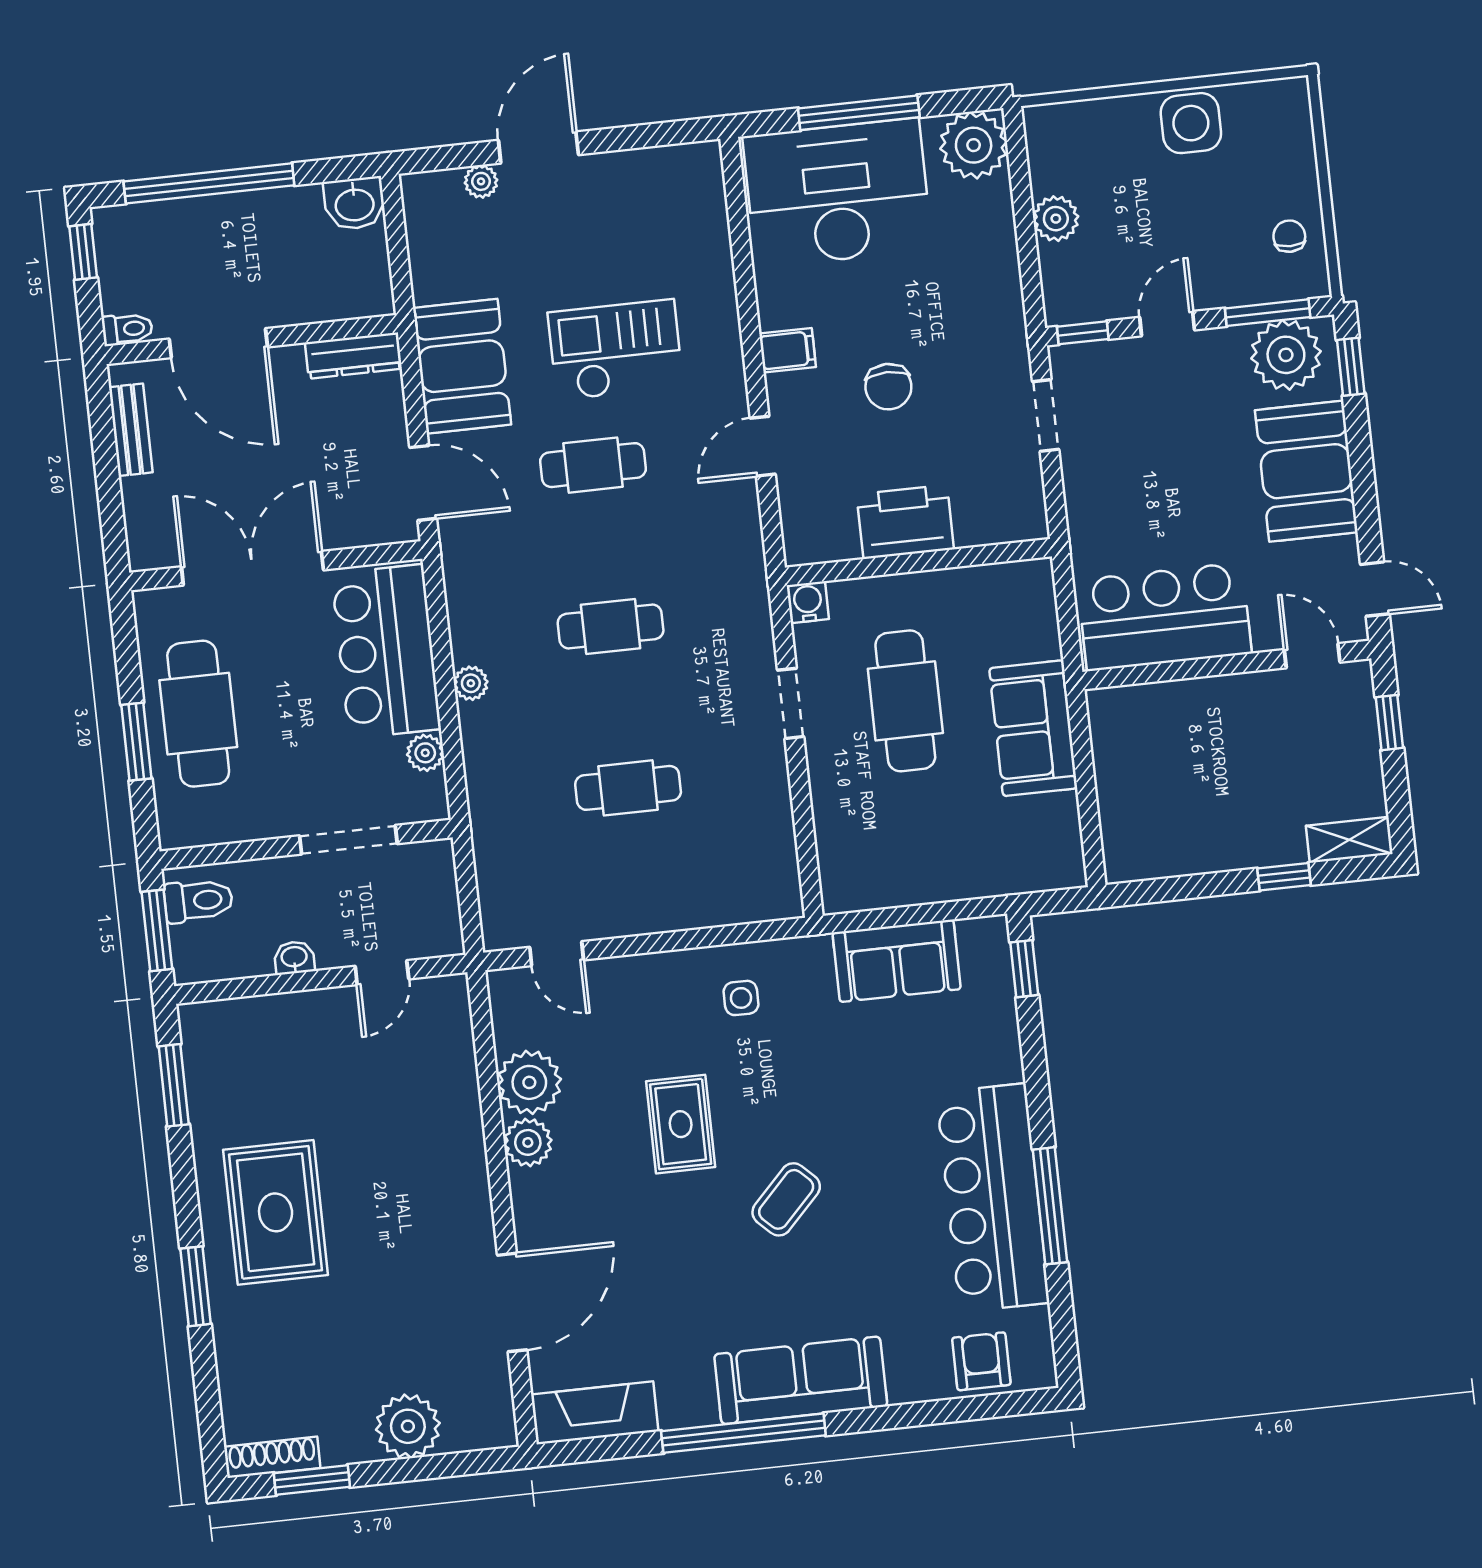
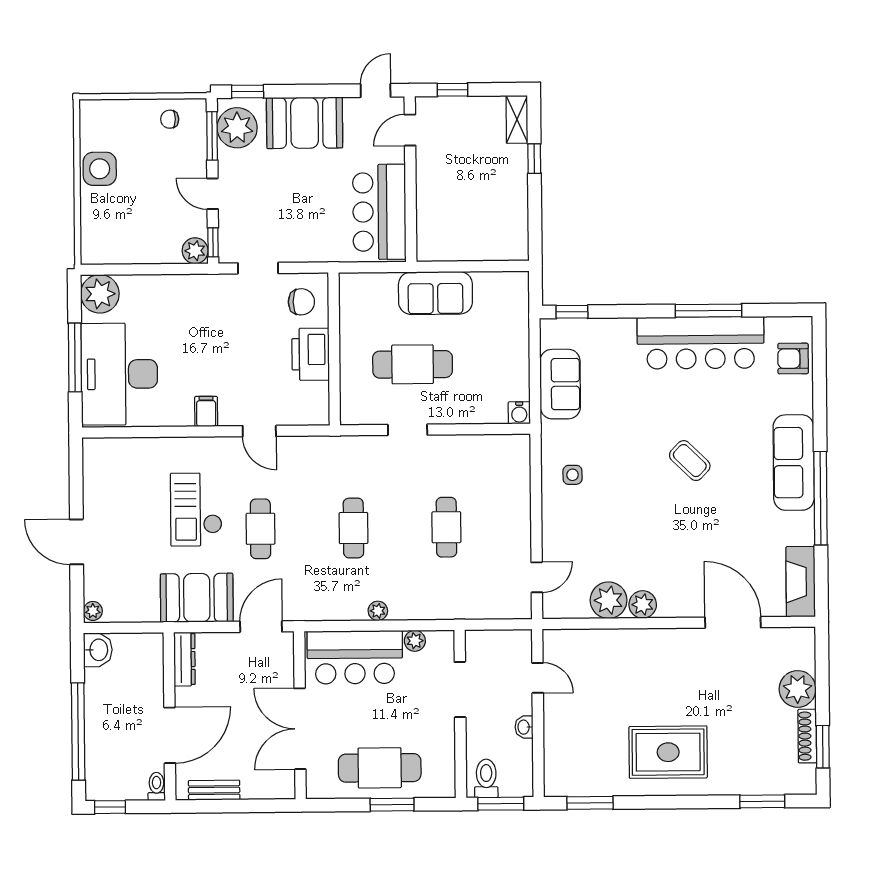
plant: (481, 181) -> (93, 611), moved
plant: (1056, 219) -> (195, 251), moved
chair: (888, 387) -> (301, 302), moved
water cooler: (808, 602) -> (519, 413), moved, turned -90
rug: (681, 1124) -> (641, 516), removed
window: (196, 1286) -> (762, 801), moved
shoe rack: (272, 1457) -> (807, 736), moved

